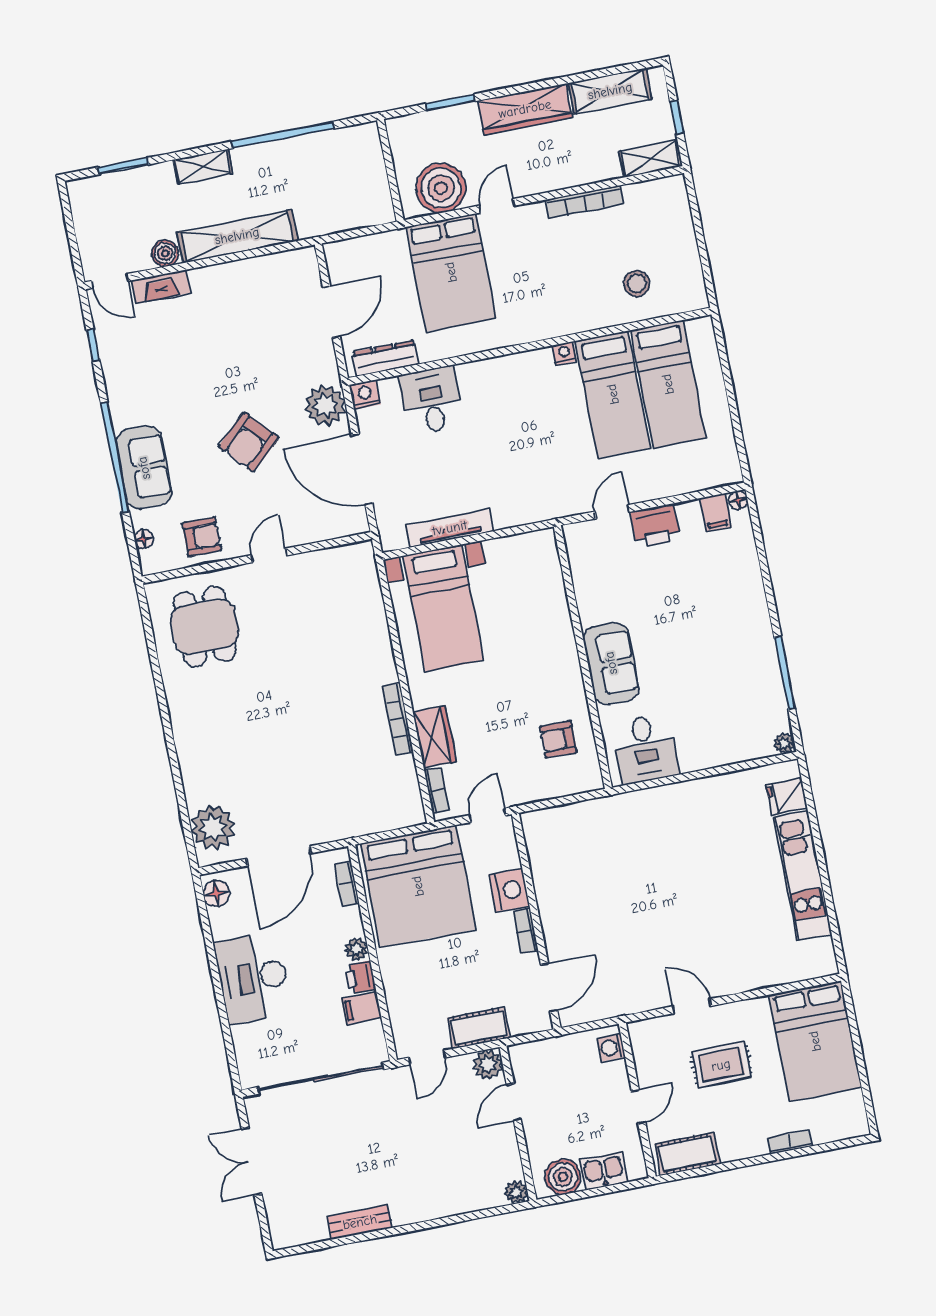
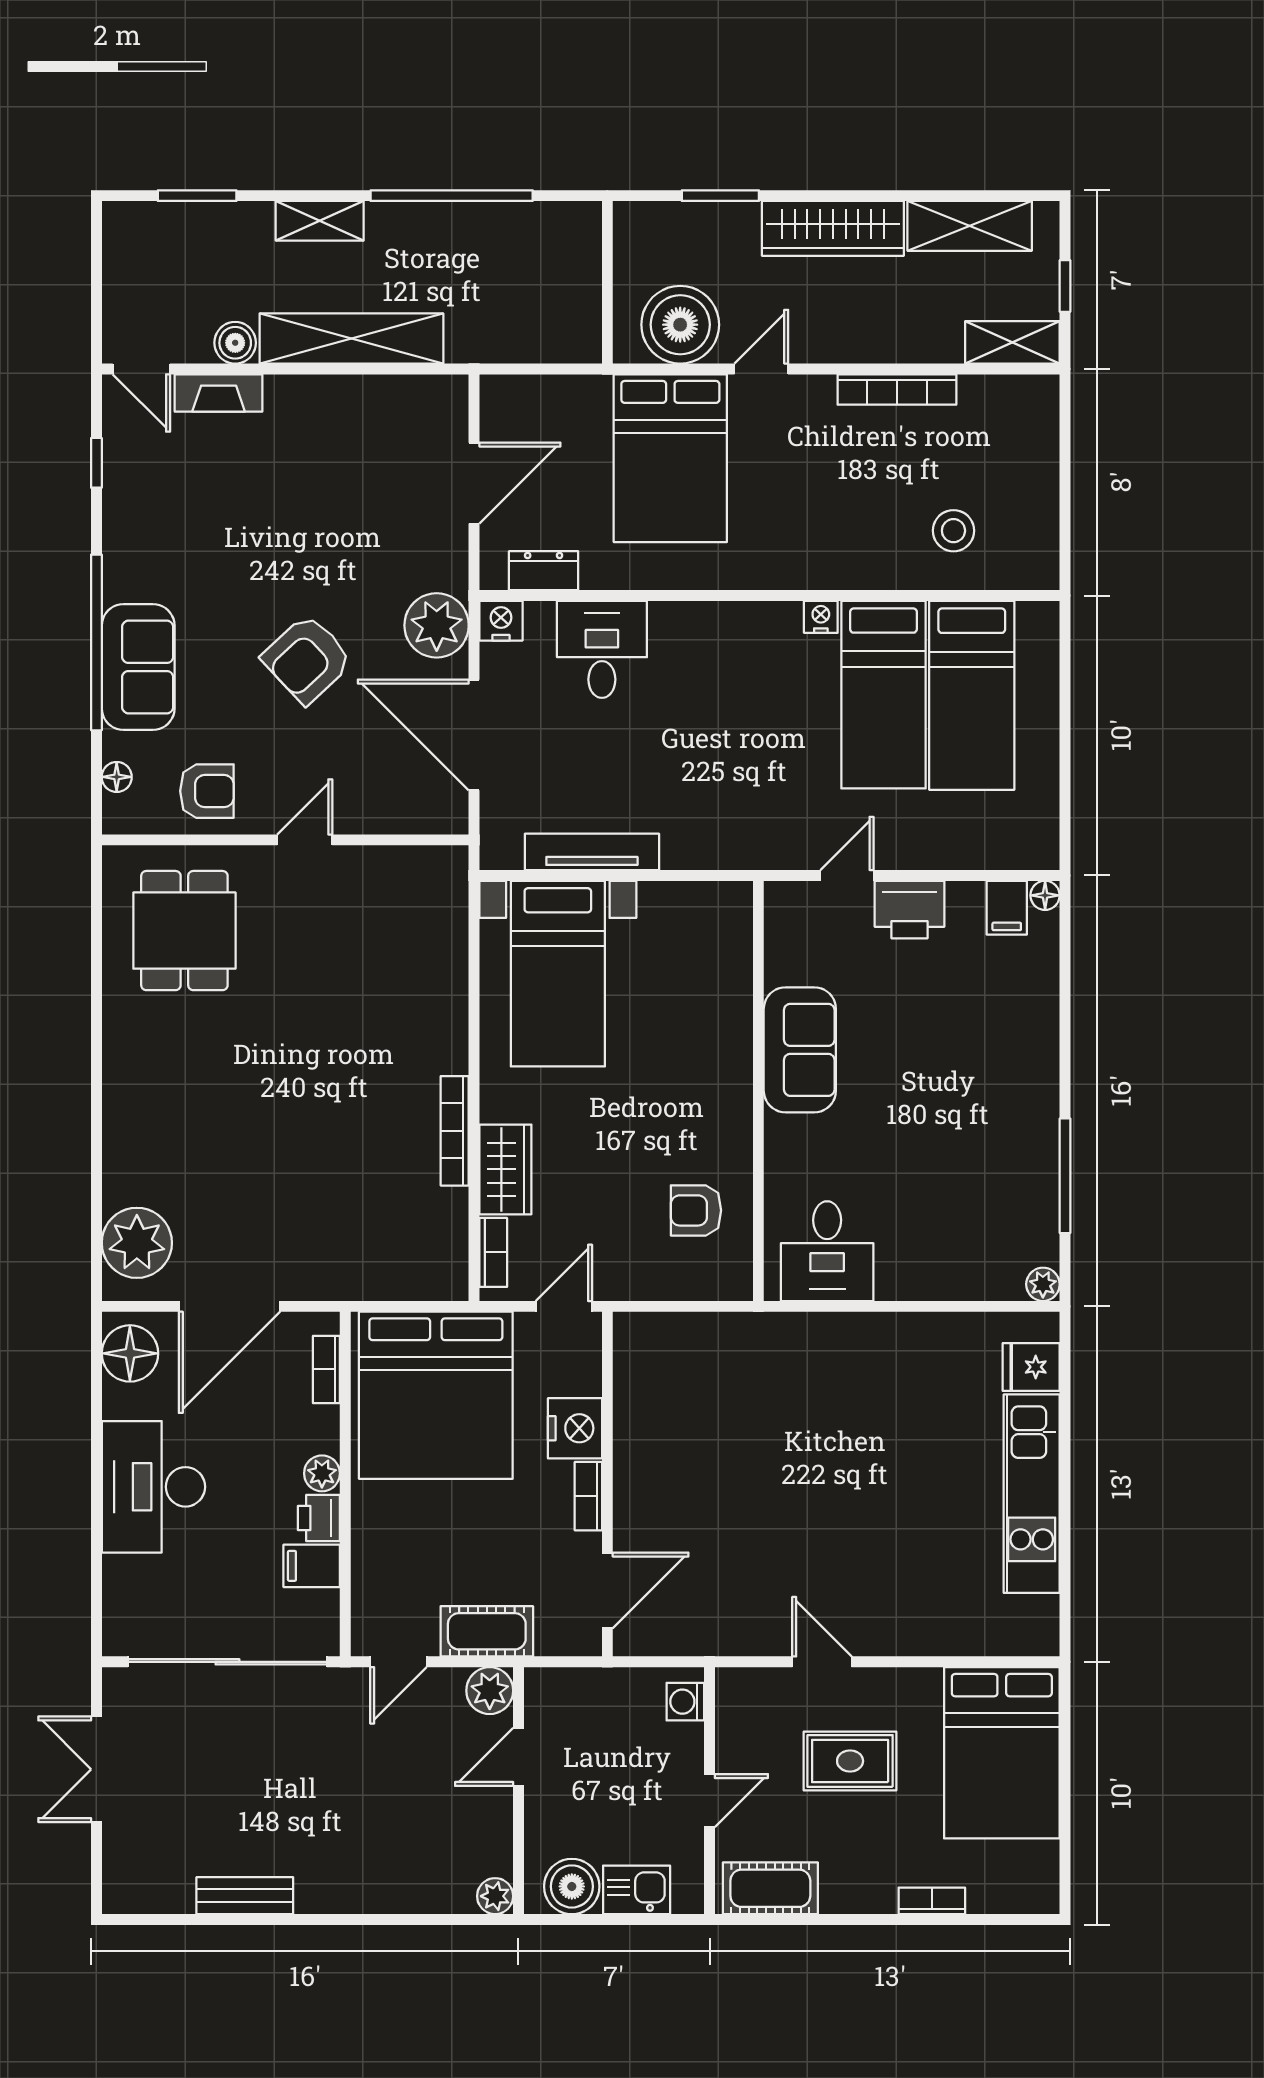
dresser: (385, 358) -> (544, 571), width x0.70
sofa: (611, 663) -> (800, 1050), moved
floor lamp: (216, 894) -> (130, 1353), width x1.38, depth x1.38

